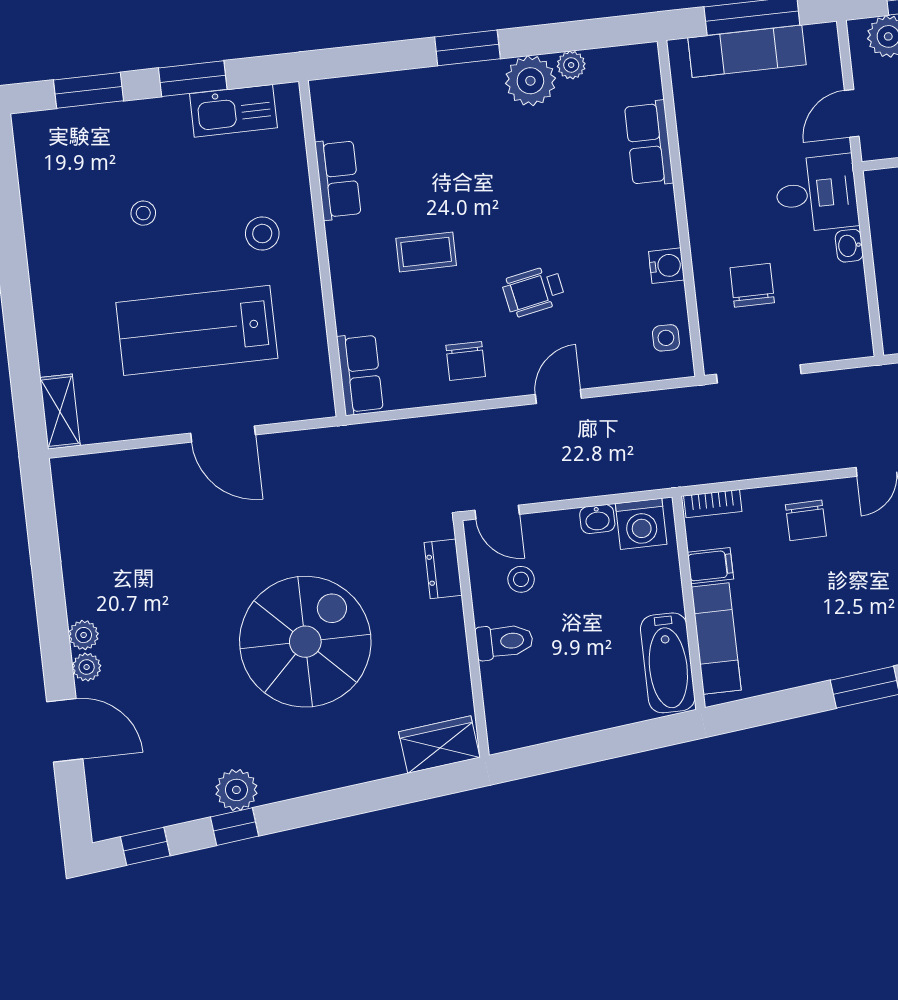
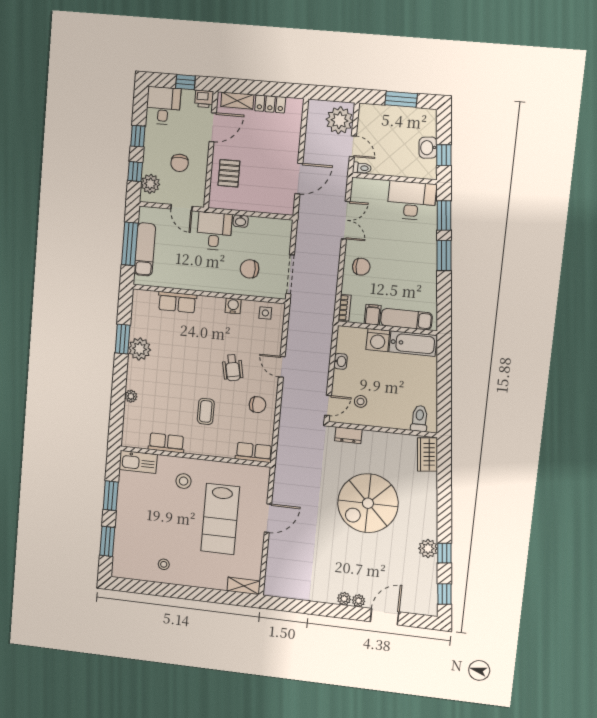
window: (467, 48) -> (123, 339), moved
plant: (571, 65) -> (131, 396), moved
kitchen sink: (233, 111) -> (138, 462), moved, turned 90
stool: (143, 213) -> (164, 564), moved
washing machine: (641, 524) -> (378, 340), moved, turned 90
toilet: (504, 641) -> (419, 419), moved
spiral stairs: (305, 642) -> (368, 503), turned -90

